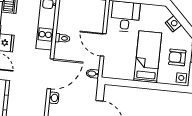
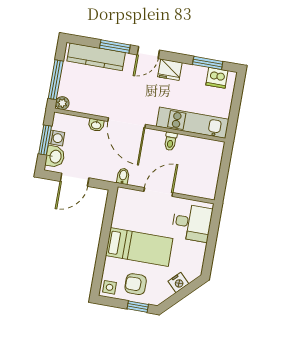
armchair: (177, 57) -> (136, 284), turned -90

